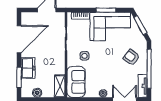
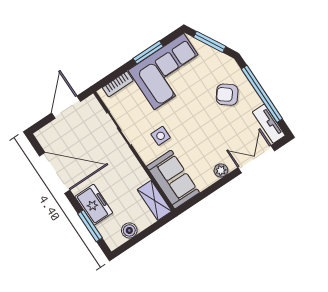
door: (19, 39) -> (55, 173), hinge flipped

